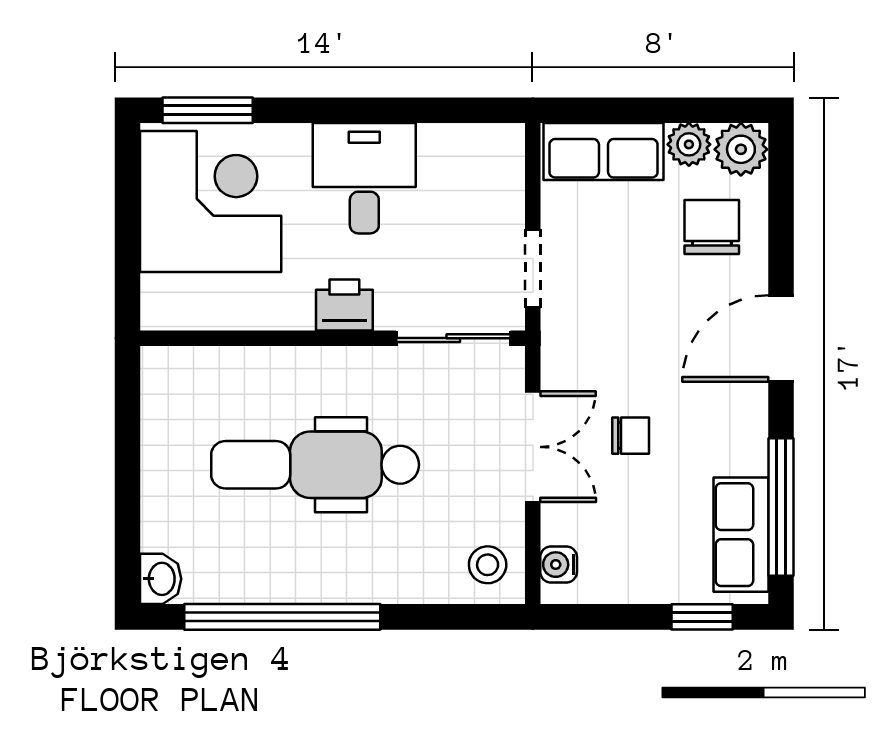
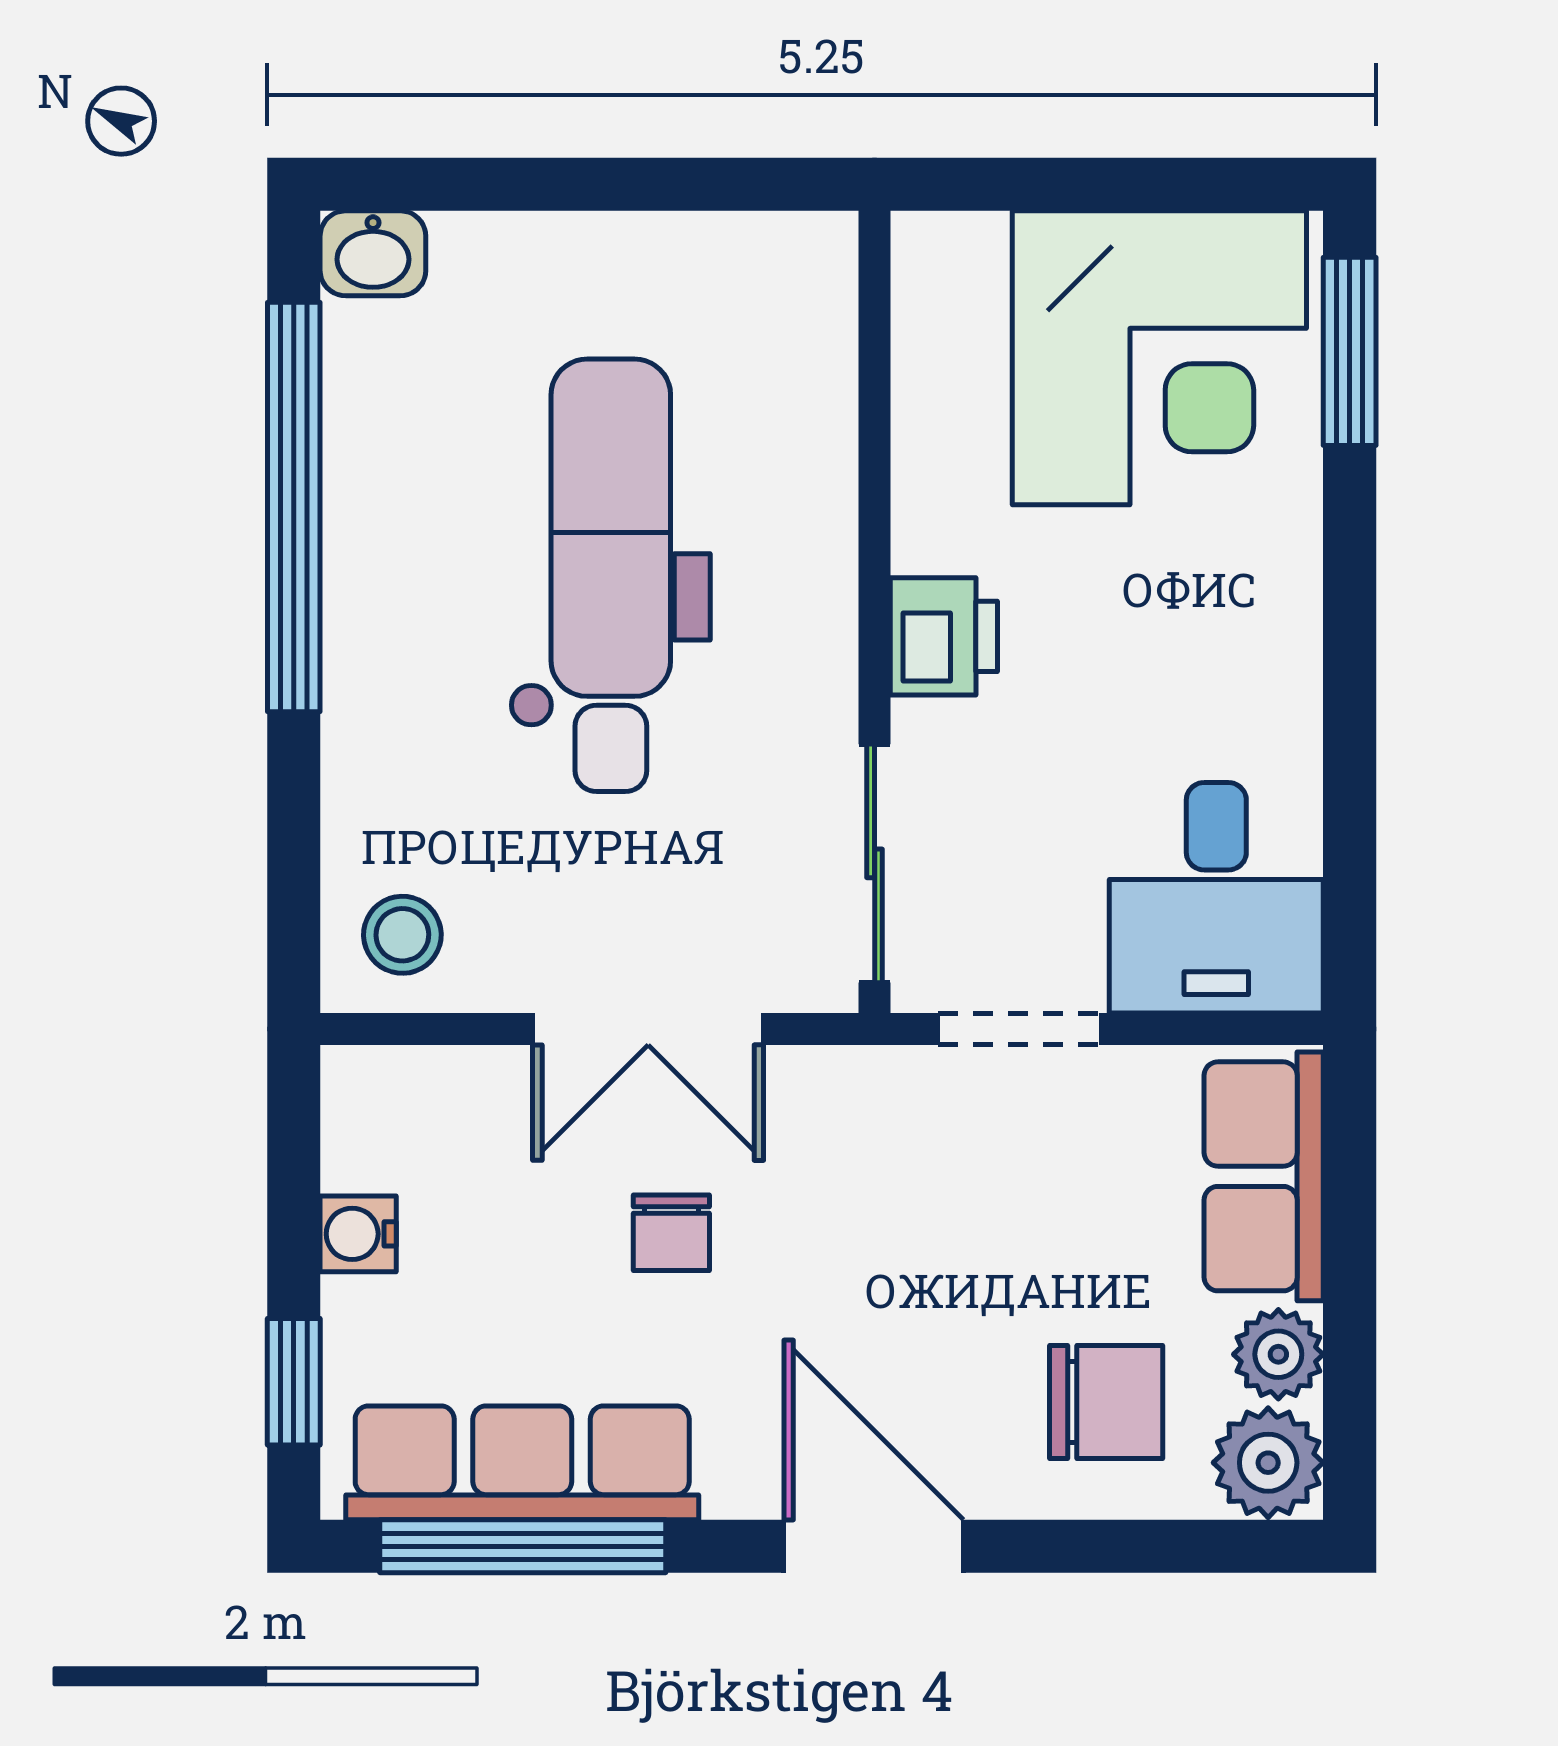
desk: (364, 178) -> (1216, 898), moved, turned 90
row of seats: (741, 535) -> (522, 1463), width x1.48
water cooler: (559, 565) -> (358, 1234), moved, turned -90

